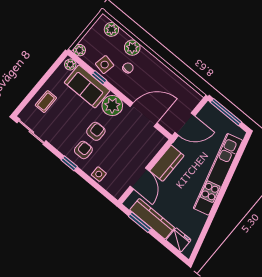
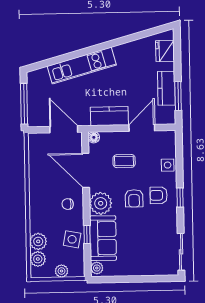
plant: (132, 48) -> (38, 241), moved
plant: (79, 50) -> (62, 271), moved
chair: (128, 68) -> (68, 204), moved
coffee table: (46, 102) -> (124, 161), moved
armchair: (96, 131) -> (134, 198), turned -90
floor lamp: (162, 140) -> (94, 137), added
kitchen unit: (218, 174) -> (82, 66), width x0.73
kitchen counter: (152, 219) -> (166, 88), width x0.67

